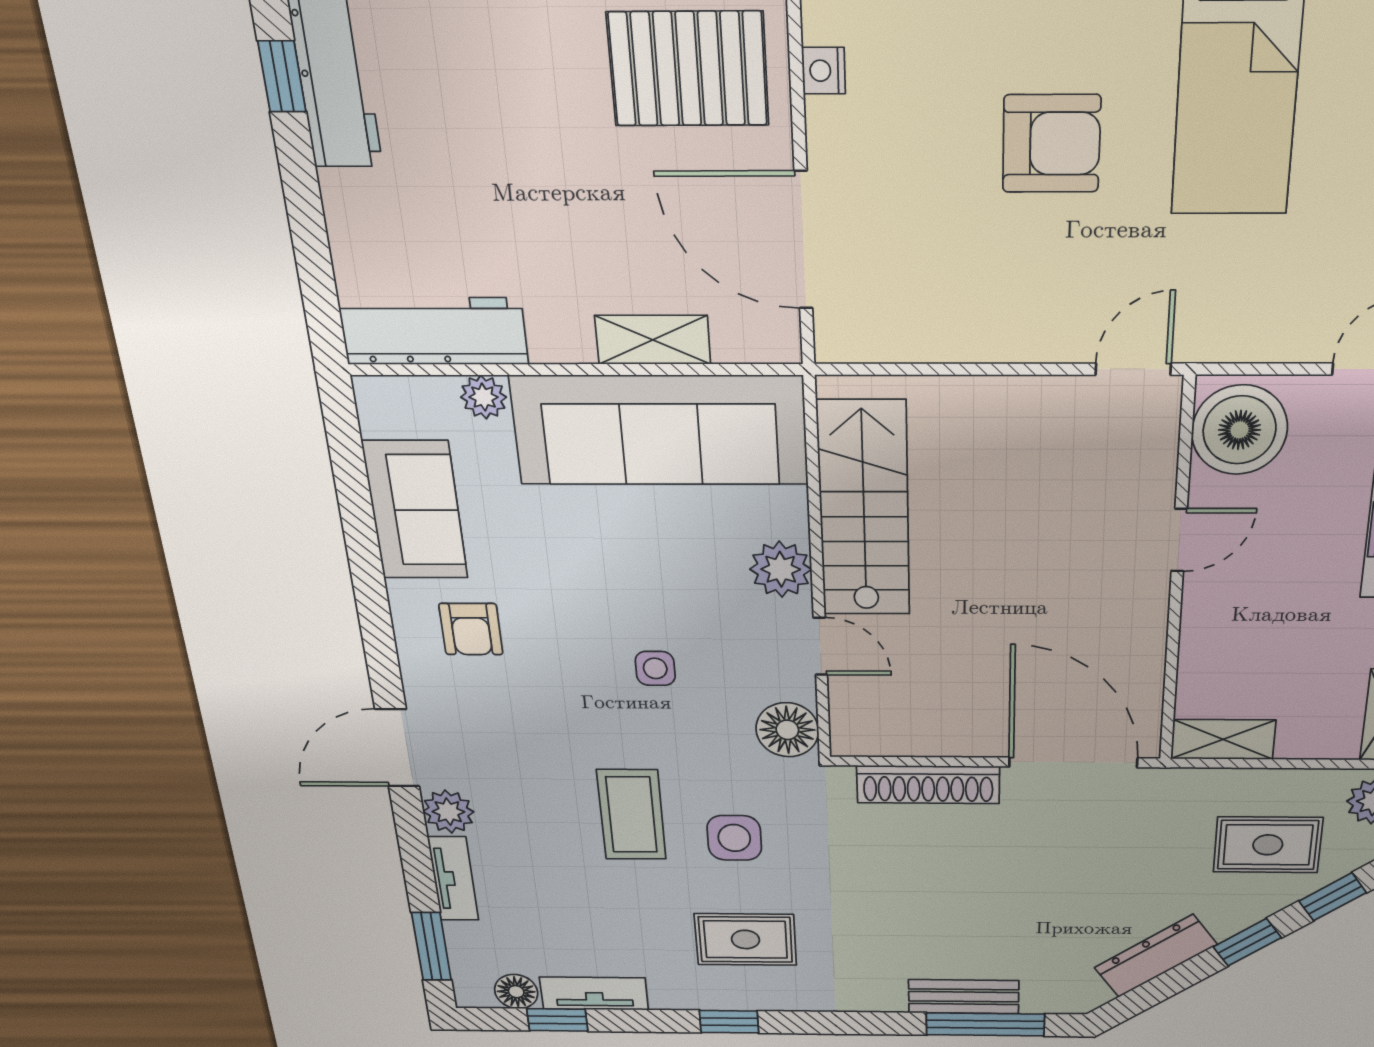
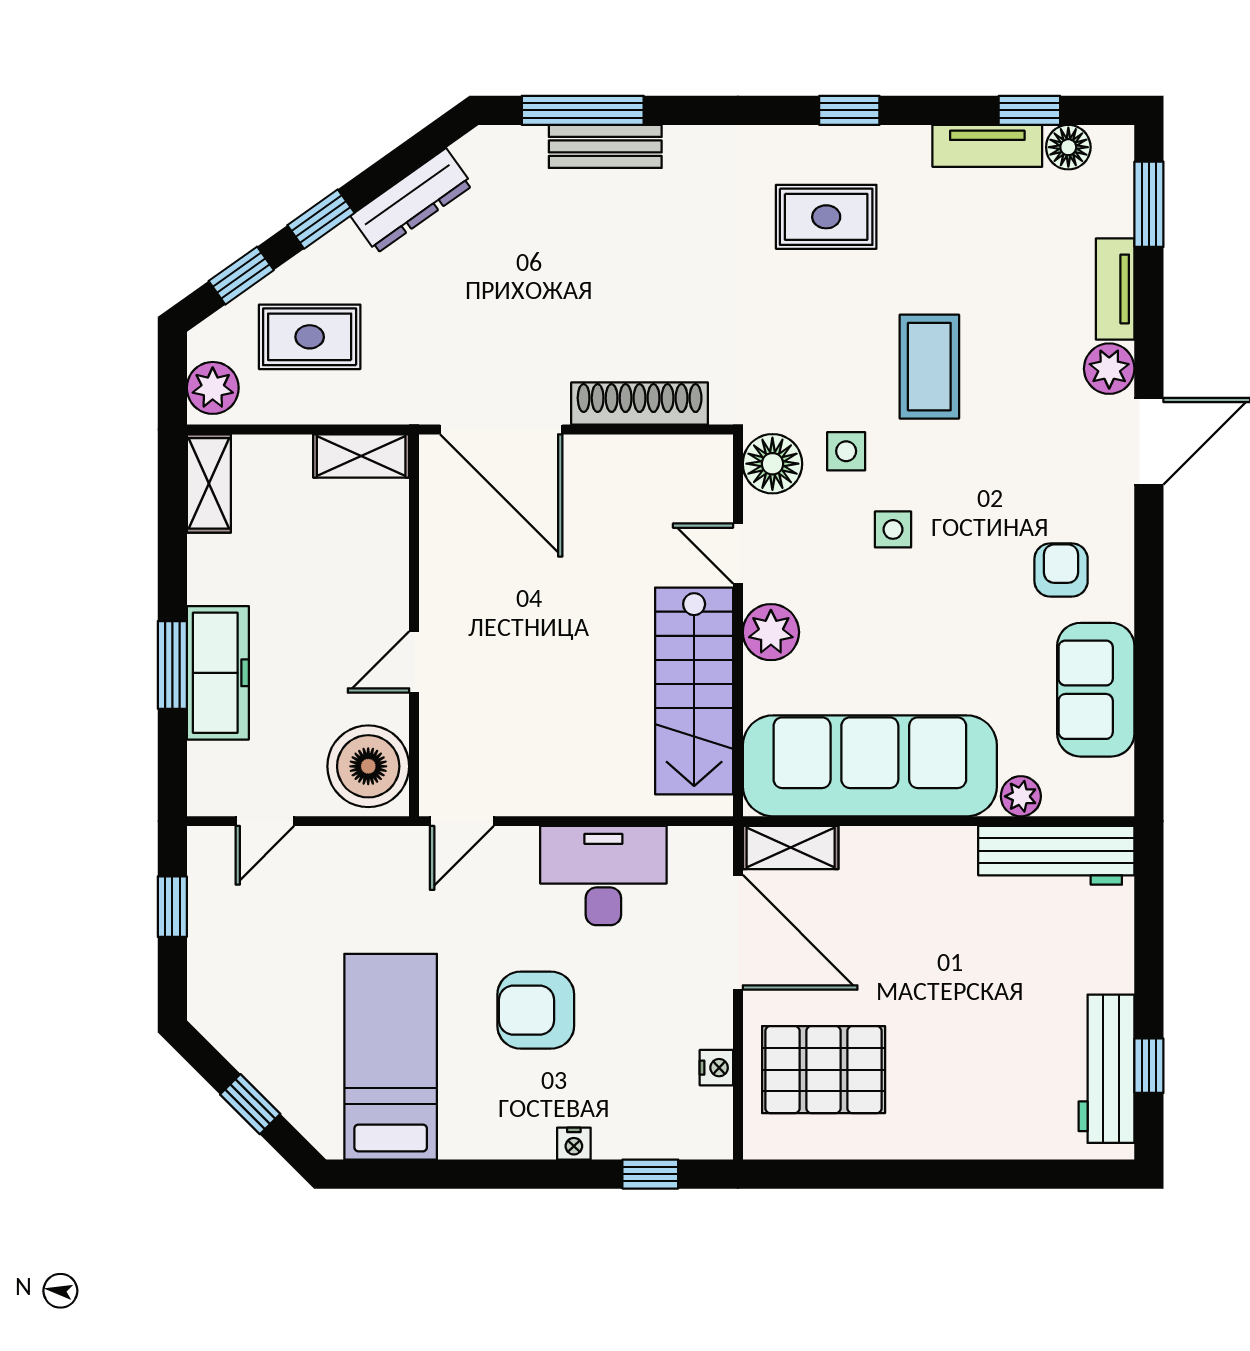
desk: (967, 307) -> (603, 876), added
shelving: (653, 340) -> (791, 847), moved
side table: (734, 838) -> (846, 451), moved, width x0.73, depth x0.73

